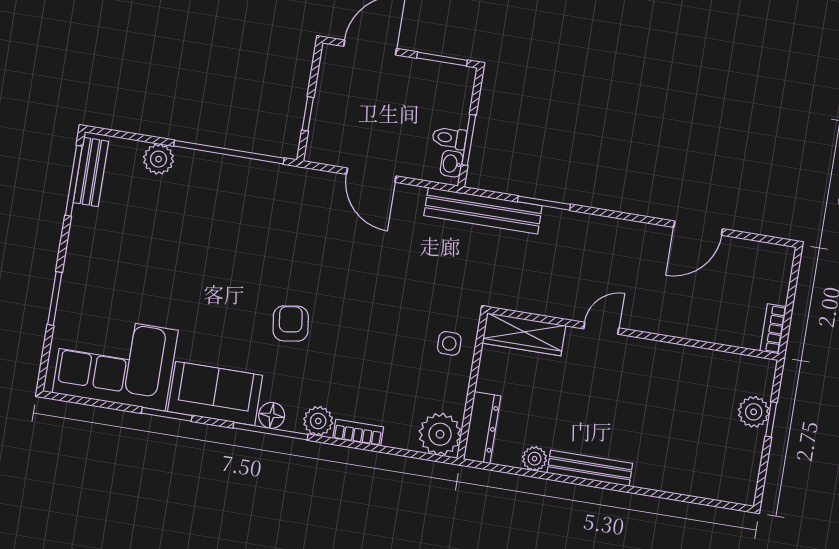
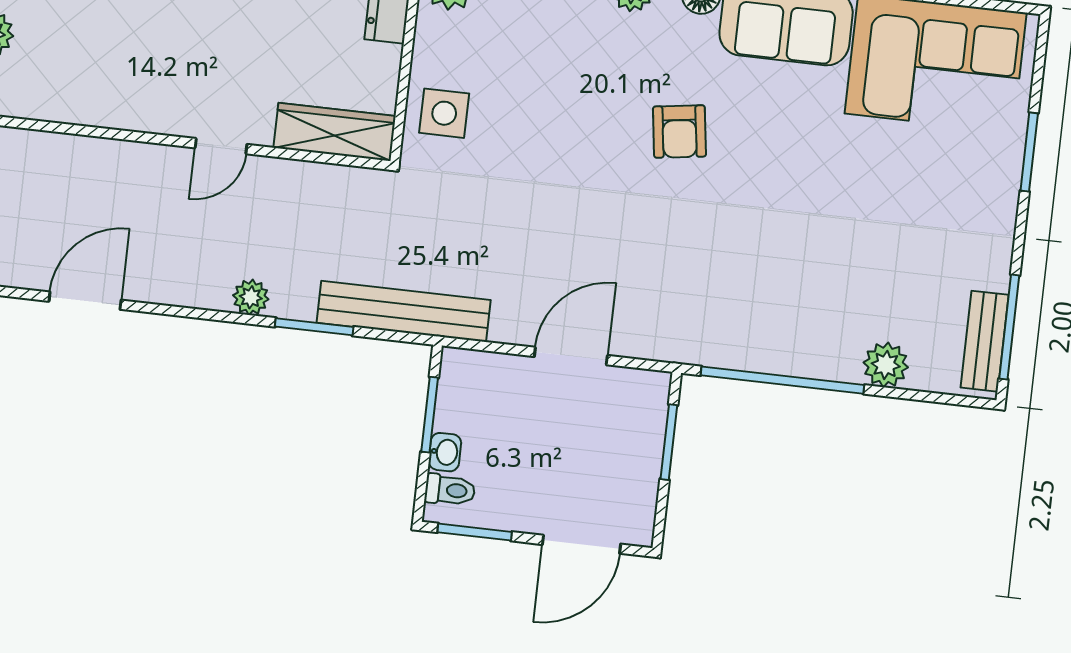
window: (308, 114) -> (669, 442), width x1.50
toilet: (449, 138) -> (450, 490), moved
washbasin: (452, 164) -> (445, 452), moved
door: (371, 175) -> (571, 356), hinge flipped
plant: (586, 225) -> (251, 297), added
side table: (449, 343) -> (444, 113), width x1.37, depth x1.37

